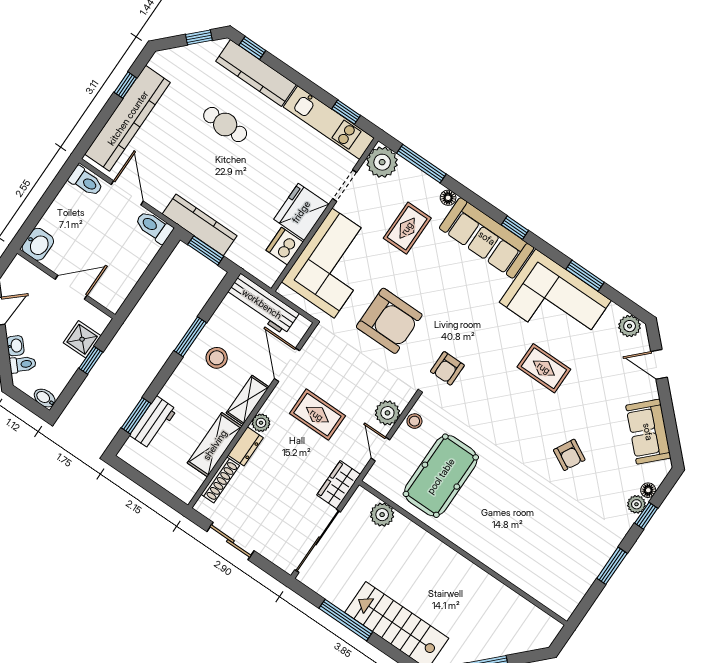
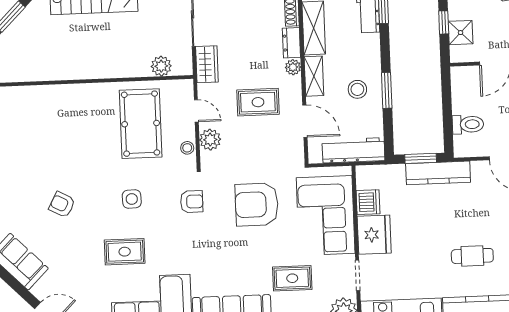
toilet: (154, 227) -> (468, 124), moved
rug: (407, 228) -> (292, 278), turned 90
armchair: (447, 368) -> (192, 202), turned 90
side table: (501, 412) -> (132, 199), added

